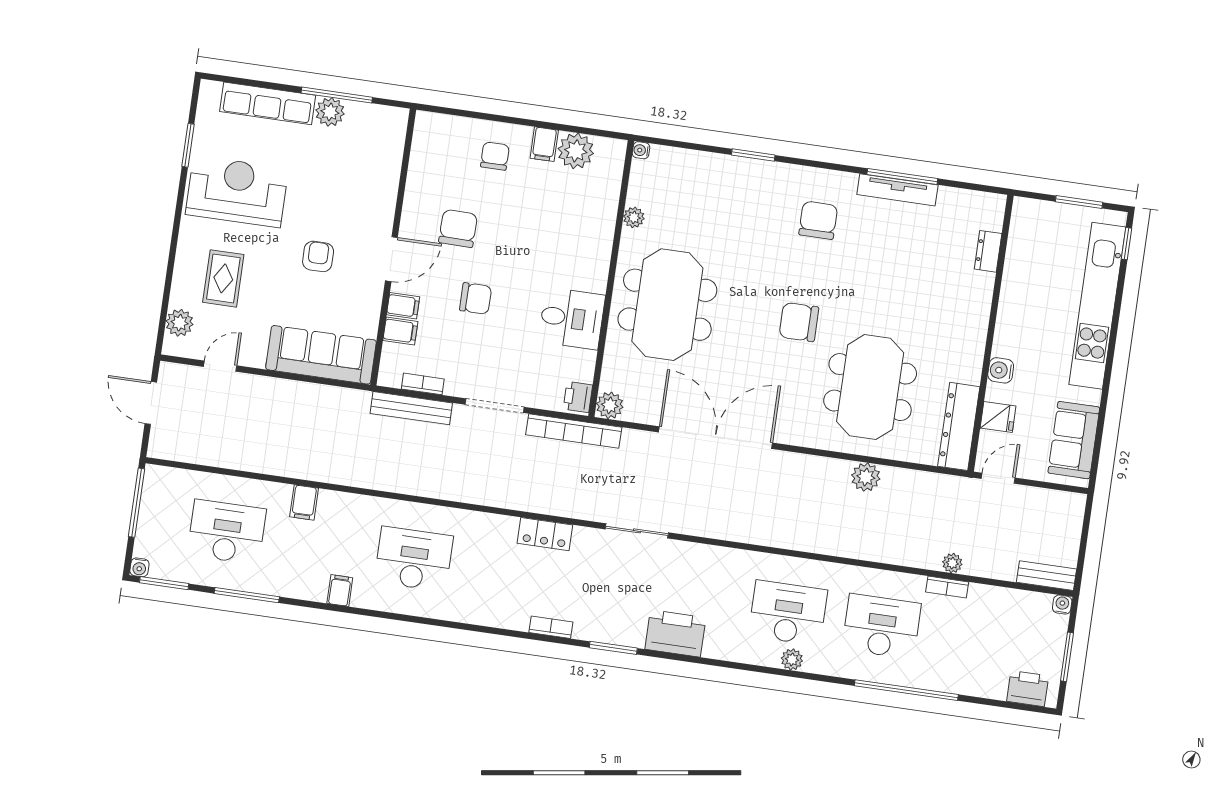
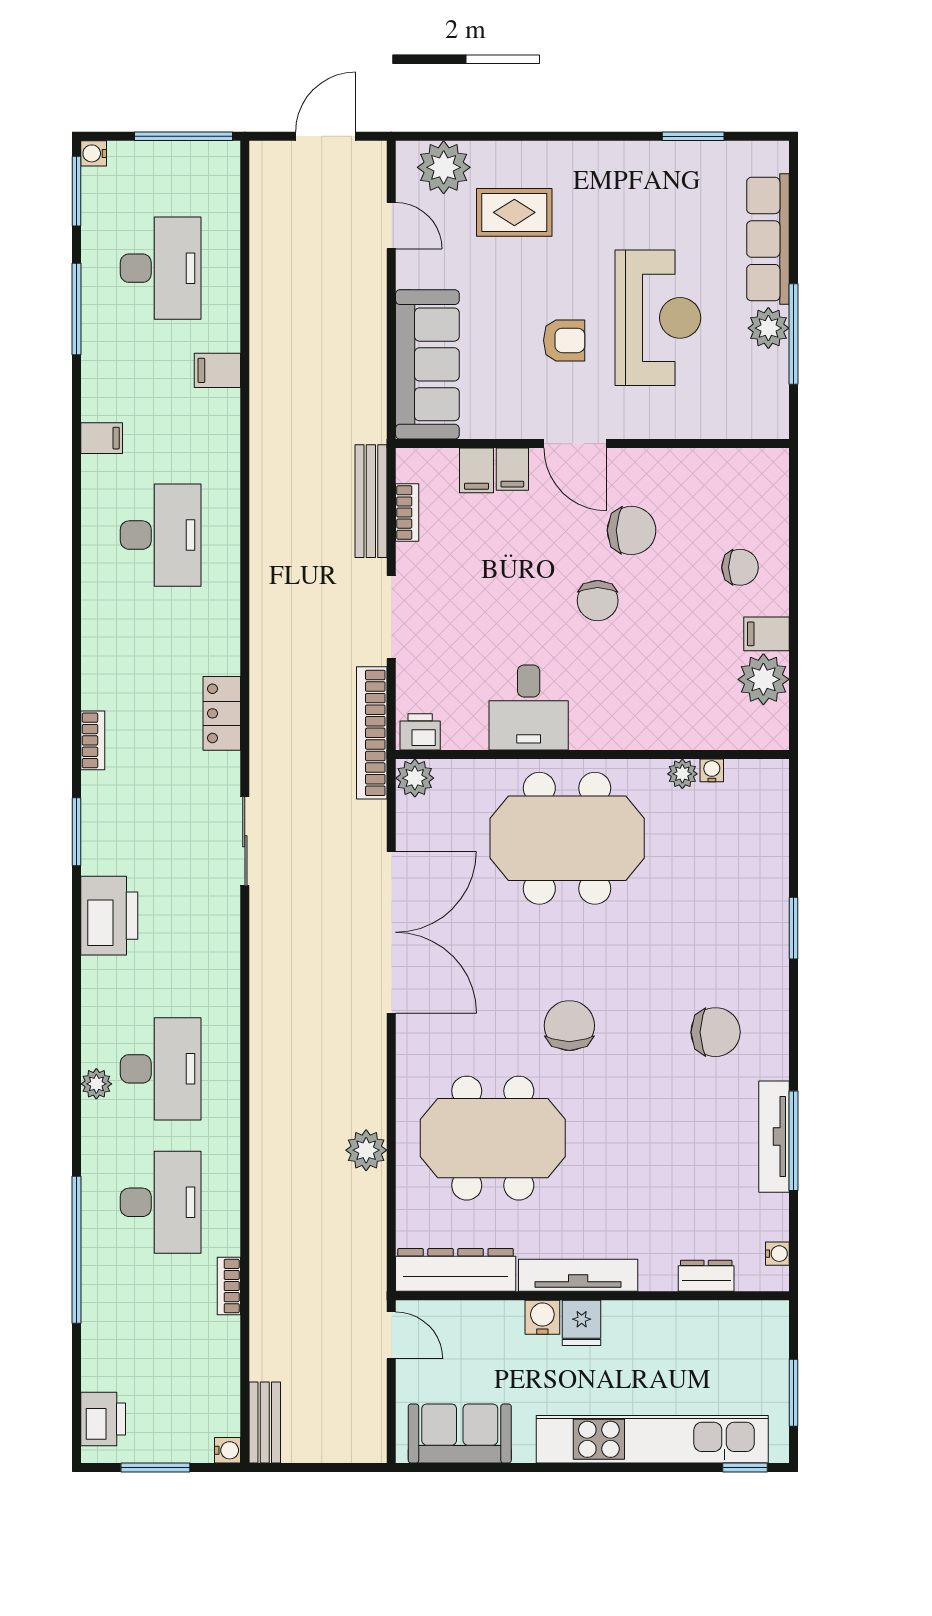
water cooler: (641, 150) -> (712, 770), moved
reception desk: (237, 191) -> (658, 318), moved
water cooler: (980, 199) -> (777, 1254), added
chair: (476, 298) -> (598, 601), moved
plant: (180, 323) -> (444, 167), width x1.36, depth x1.36
tv unit: (975, 341) -> (578, 1275), added
fridge: (998, 417) -> (582, 1323), moved
plant: (952, 563) -> (263, 1288), removed

